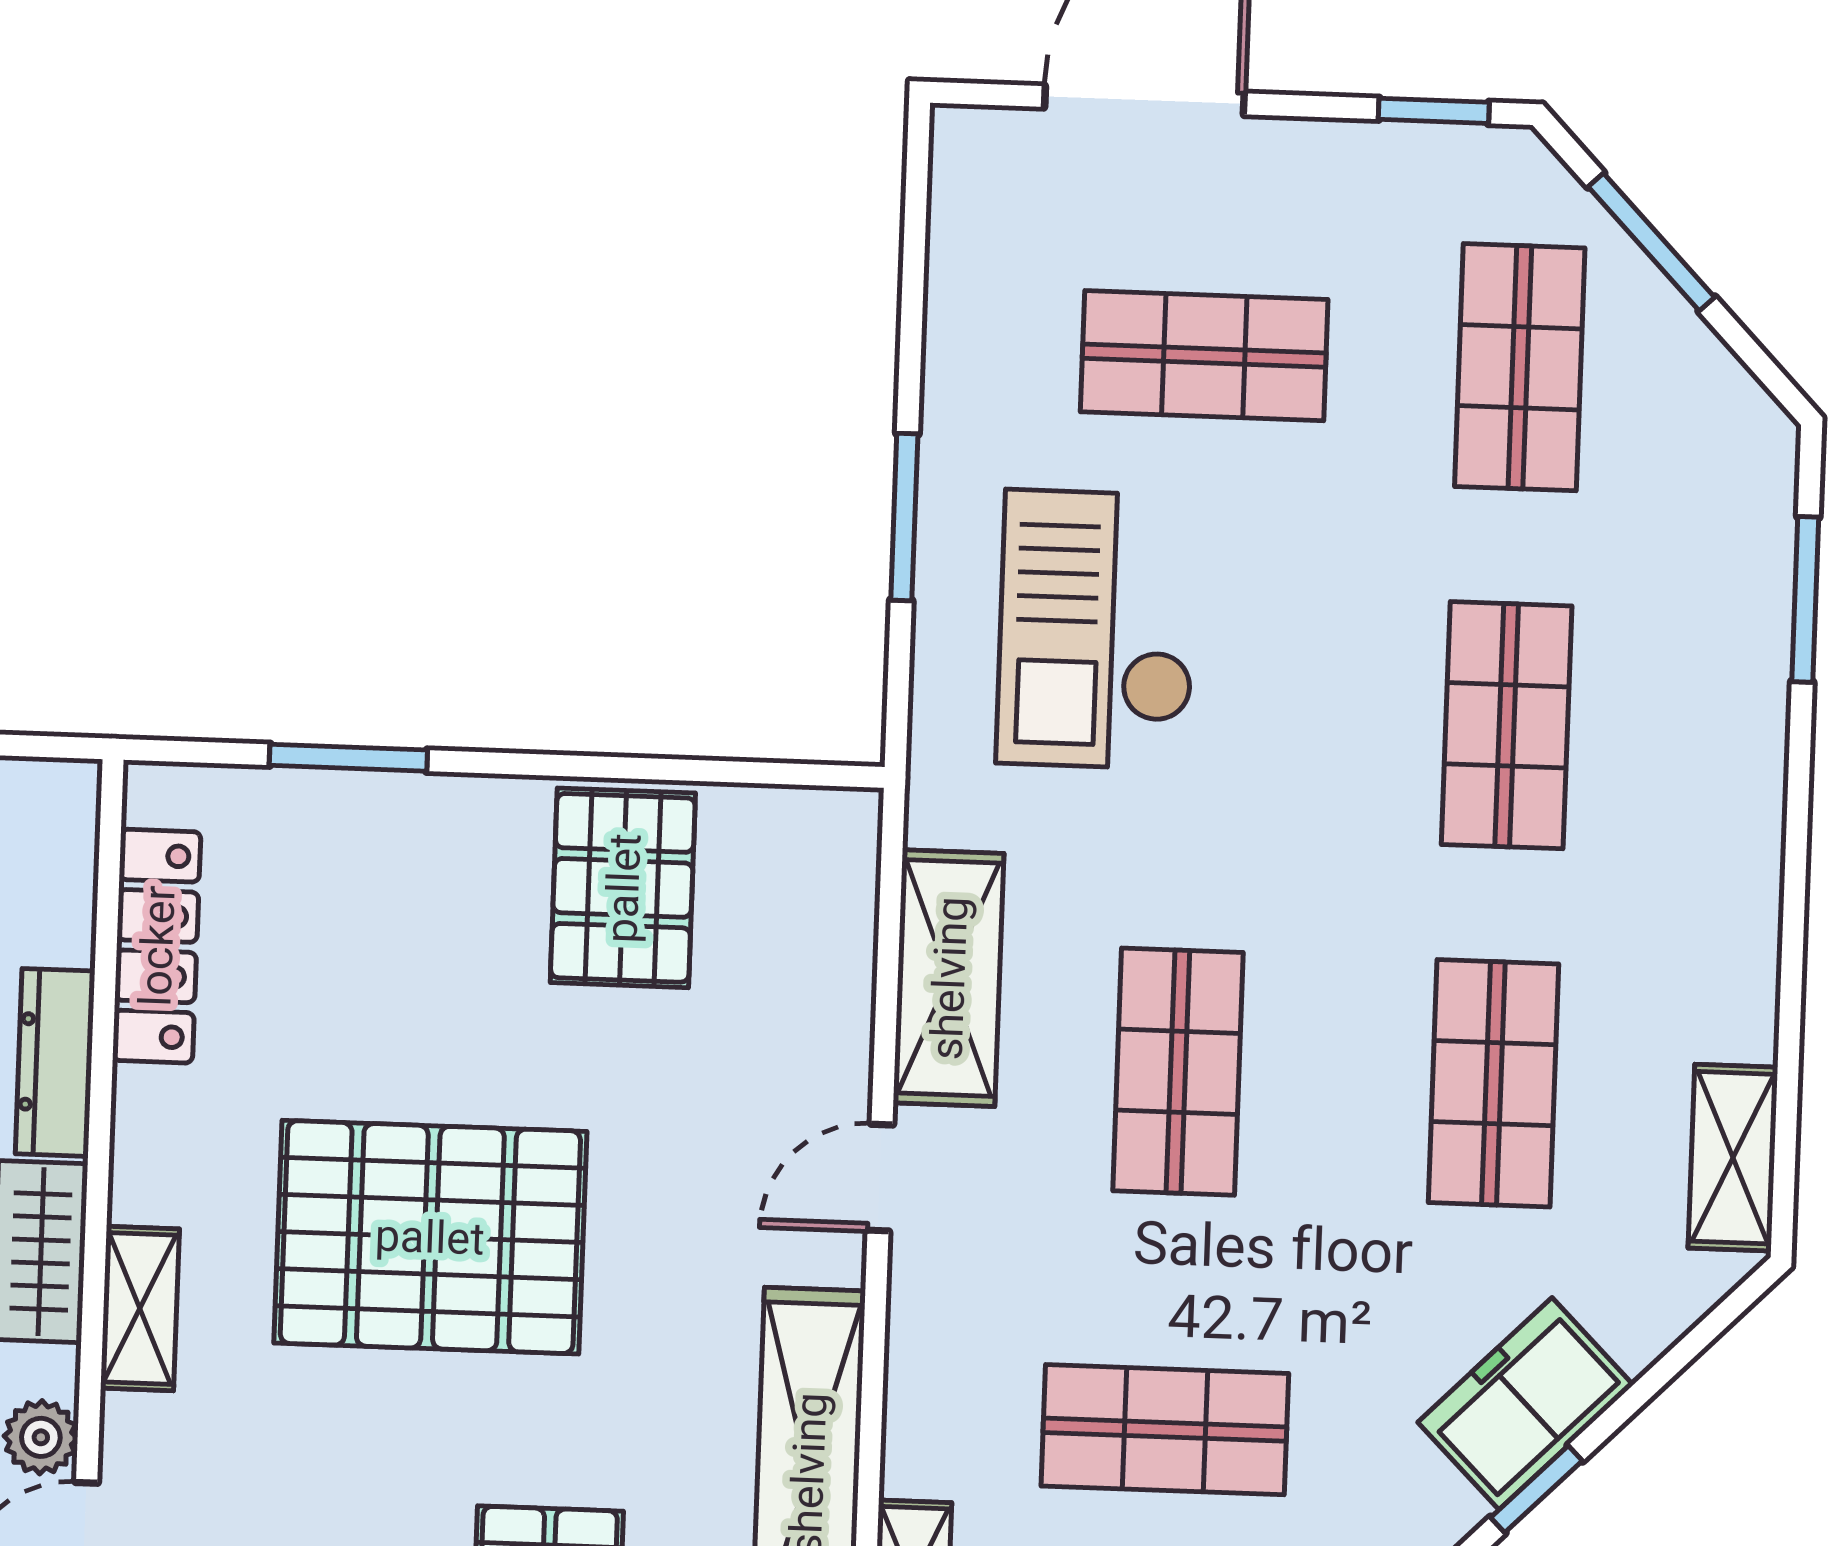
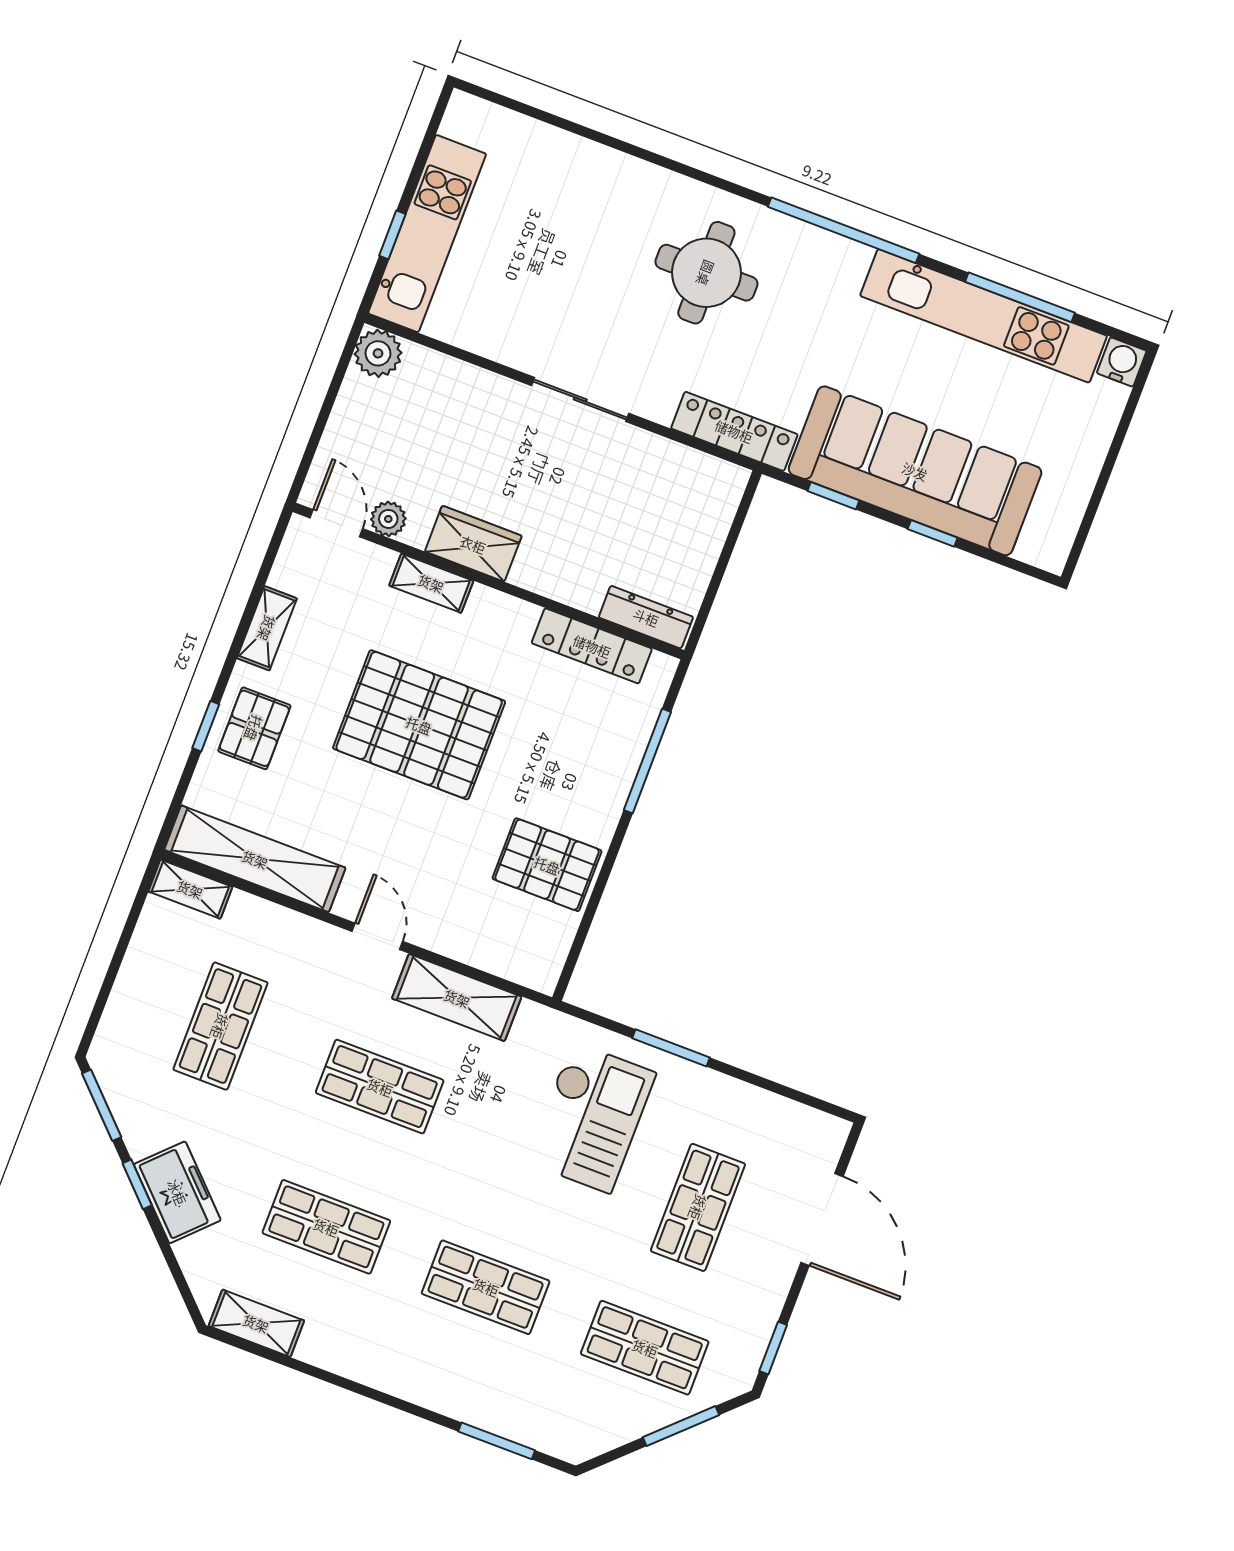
checkout: (1097, 630) -> (591, 1117), turned 90
window: (348, 758) -> (647, 761), width x1.44
dresser: (55, 1062) -> (646, 617), moved
pallet: (430, 1237) -> (419, 725), turned 90

